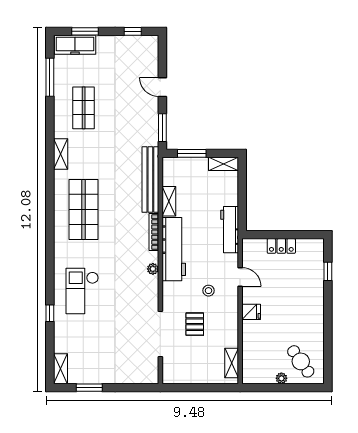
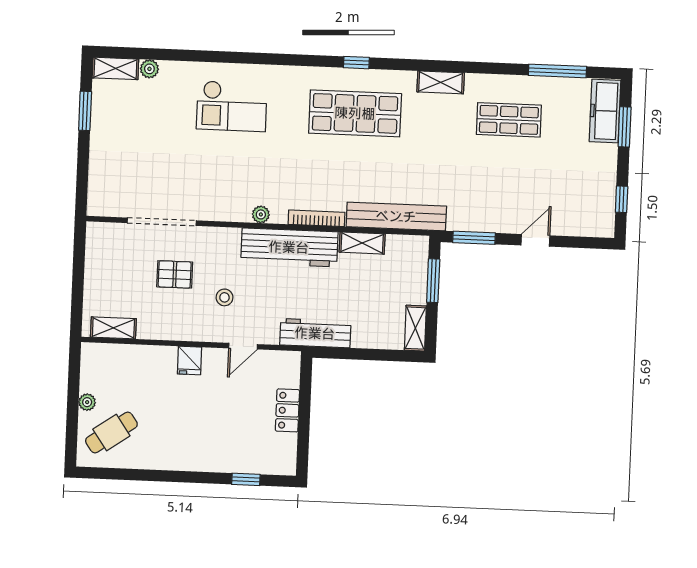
checkout: (82, 291) -> (232, 106), turned 180
window: (50, 313) -> (356, 63), moved
plant: (60, 346) -> (149, 69), added

